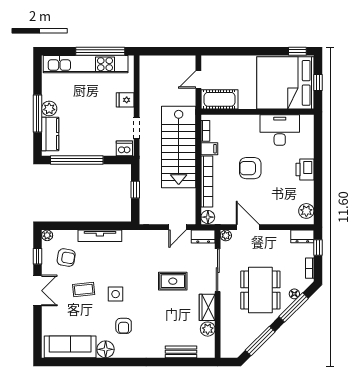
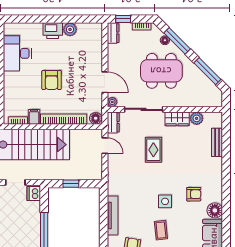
plant: (306, 211) -> (70, 29), moved
door: (248, 227) -> (105, 82), swing flipped

